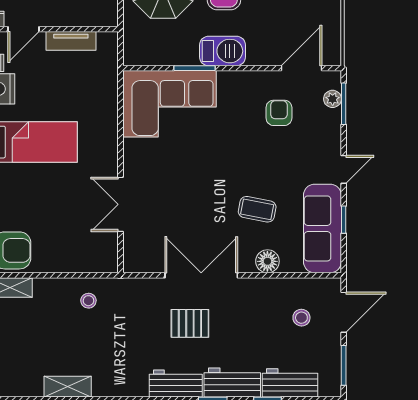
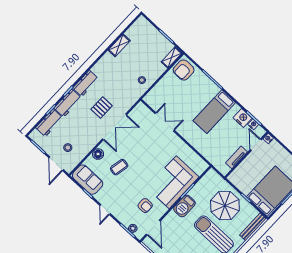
corner sofa: (169, 104) -> (173, 182), moved
sofa: (322, 228) -> (88, 180), width x0.73

